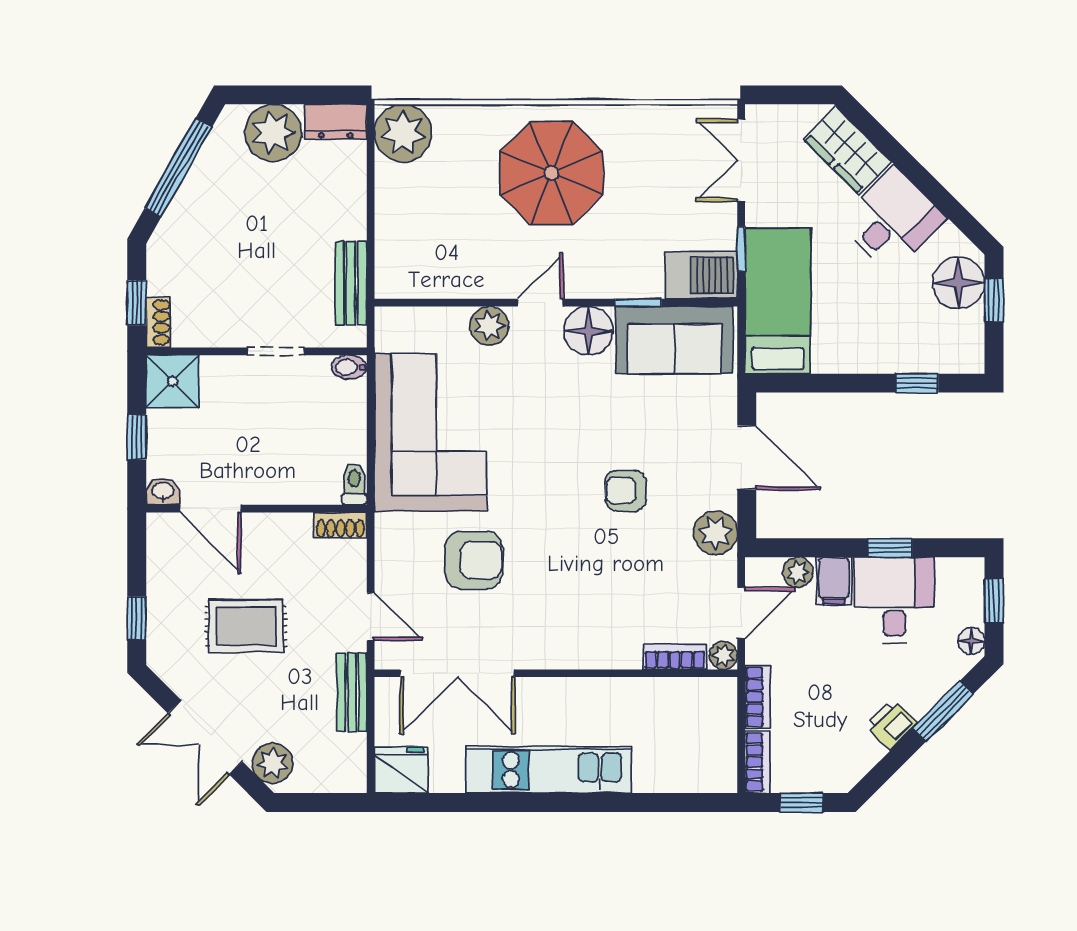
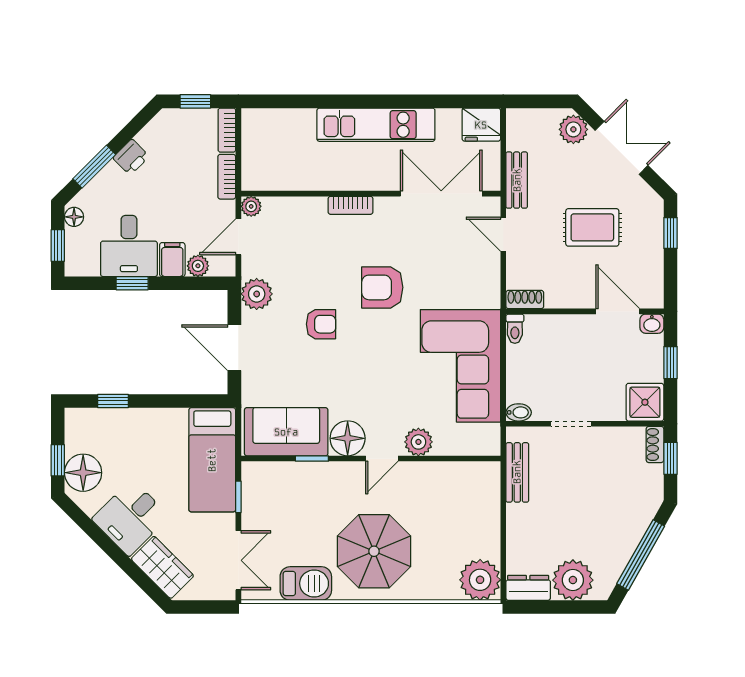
barbecue: (701, 275) -> (306, 583), moved, turned 180
armchair: (474, 560) -> (382, 287), moved
bookcase: (675, 657) -> (351, 205), moved

